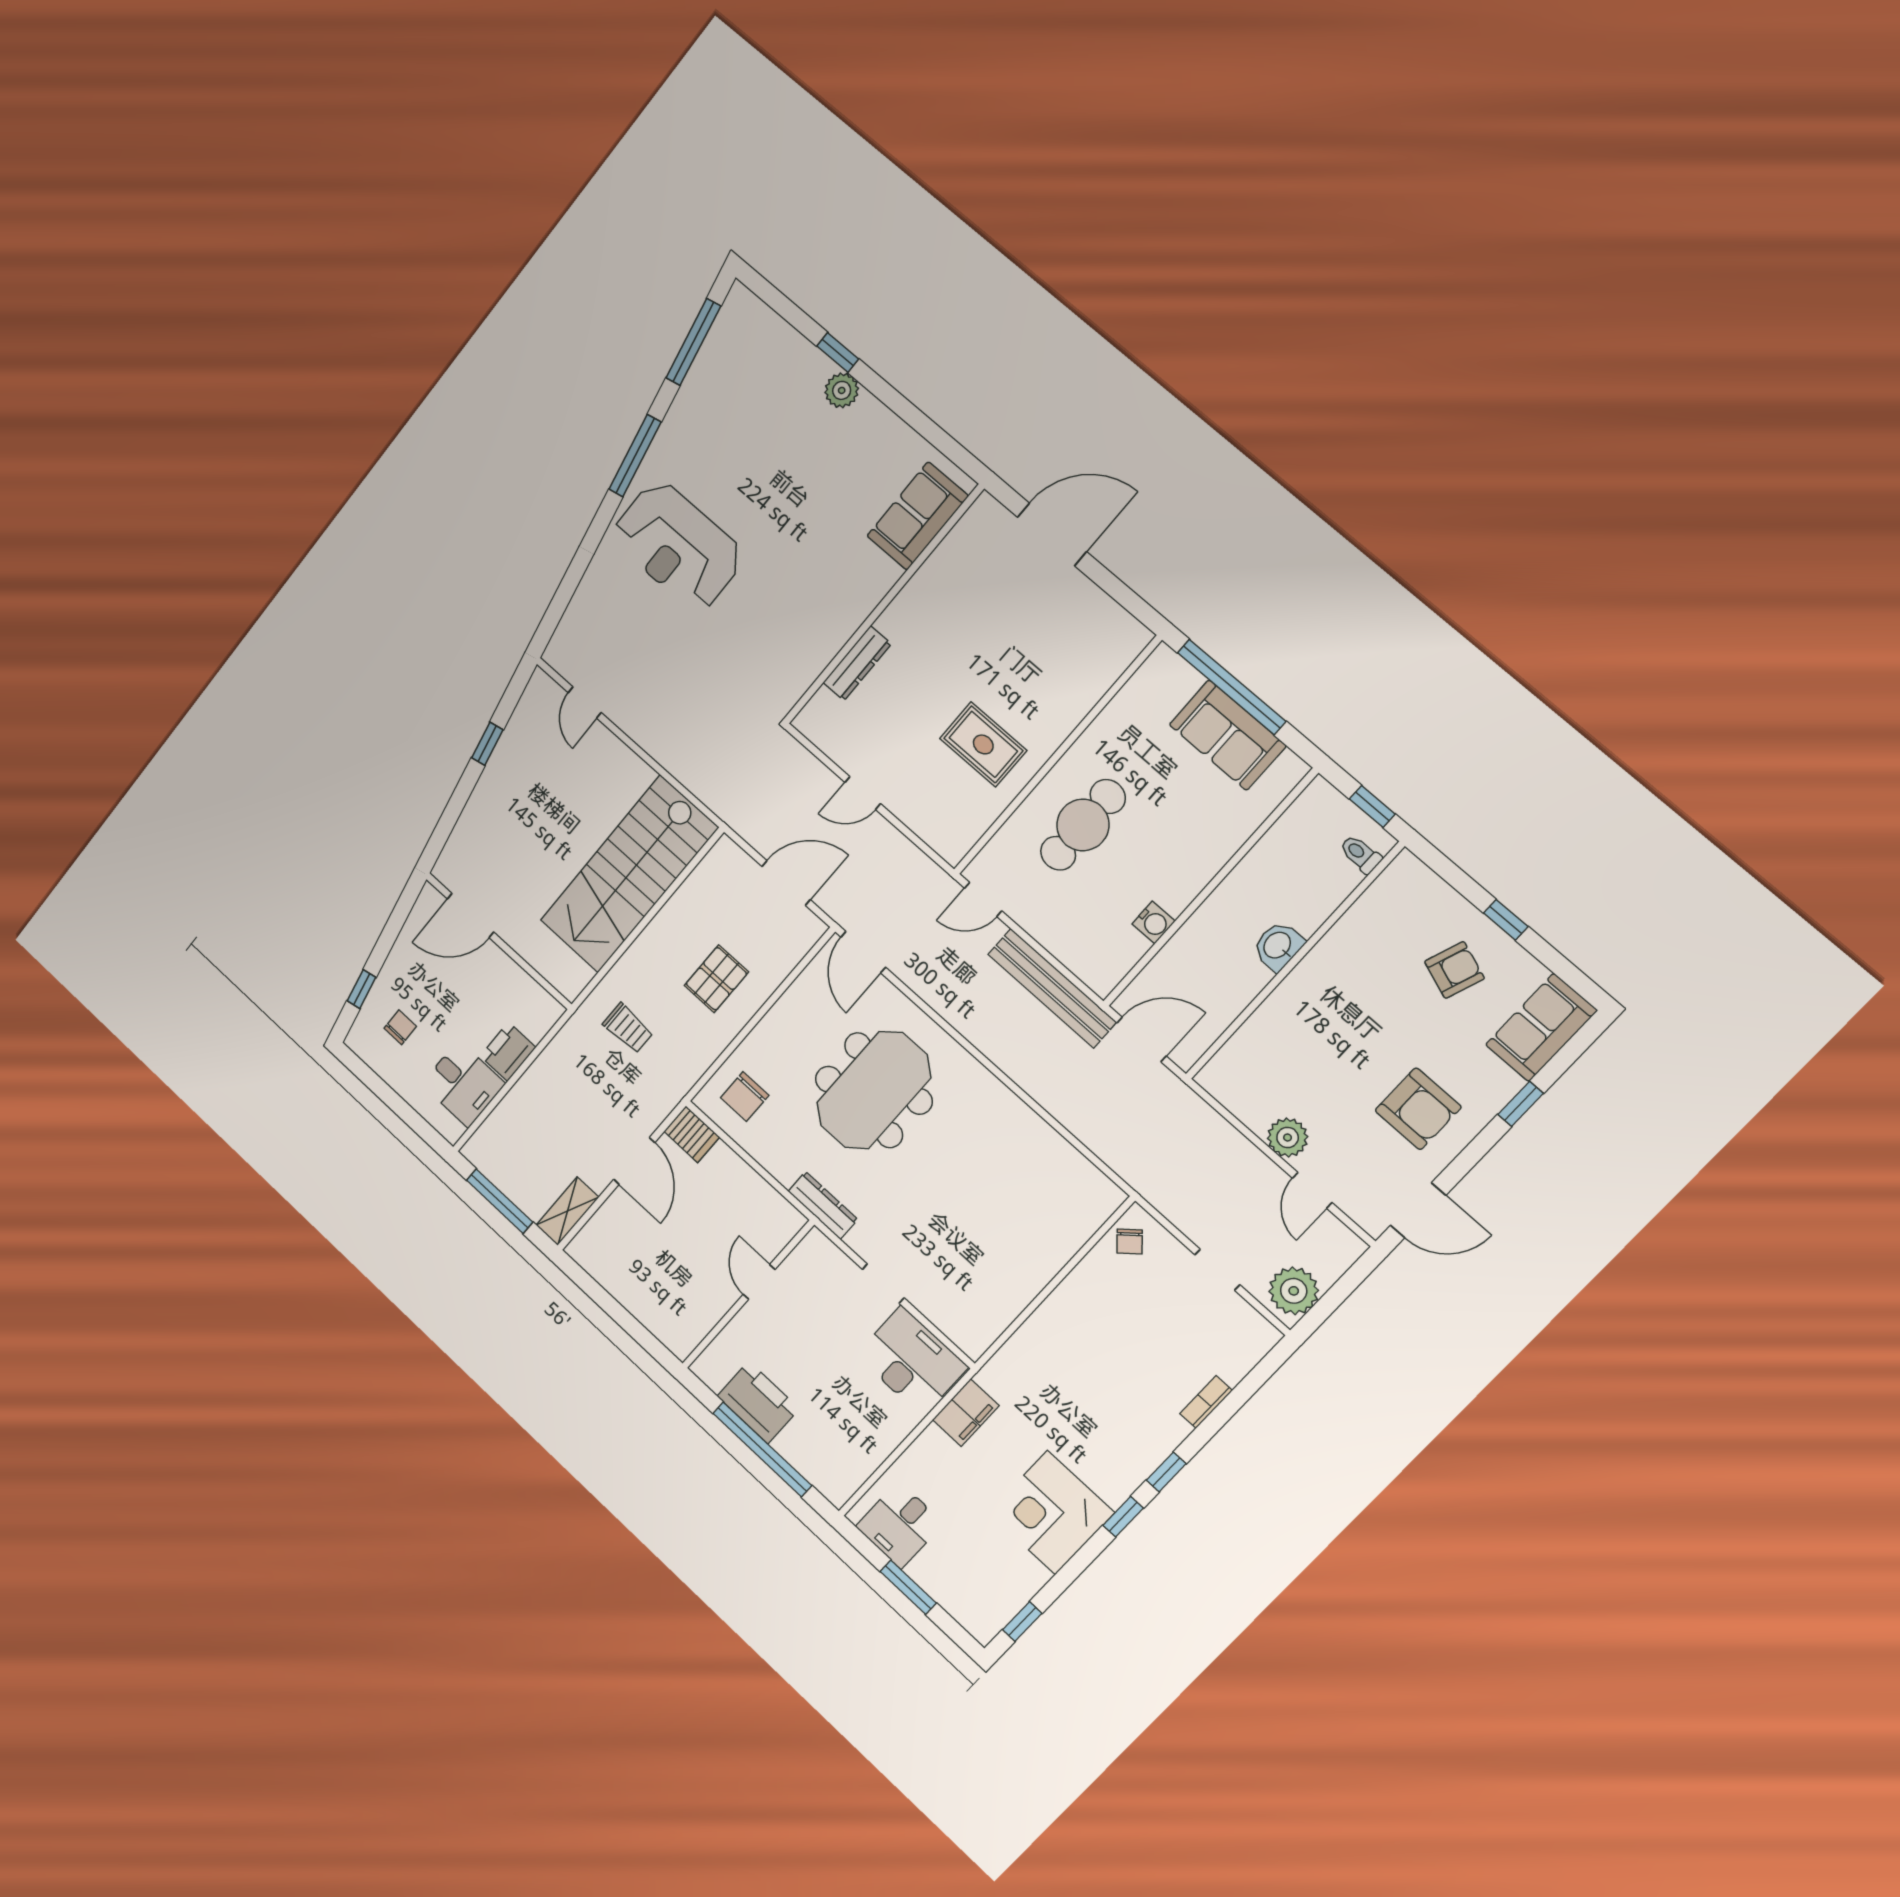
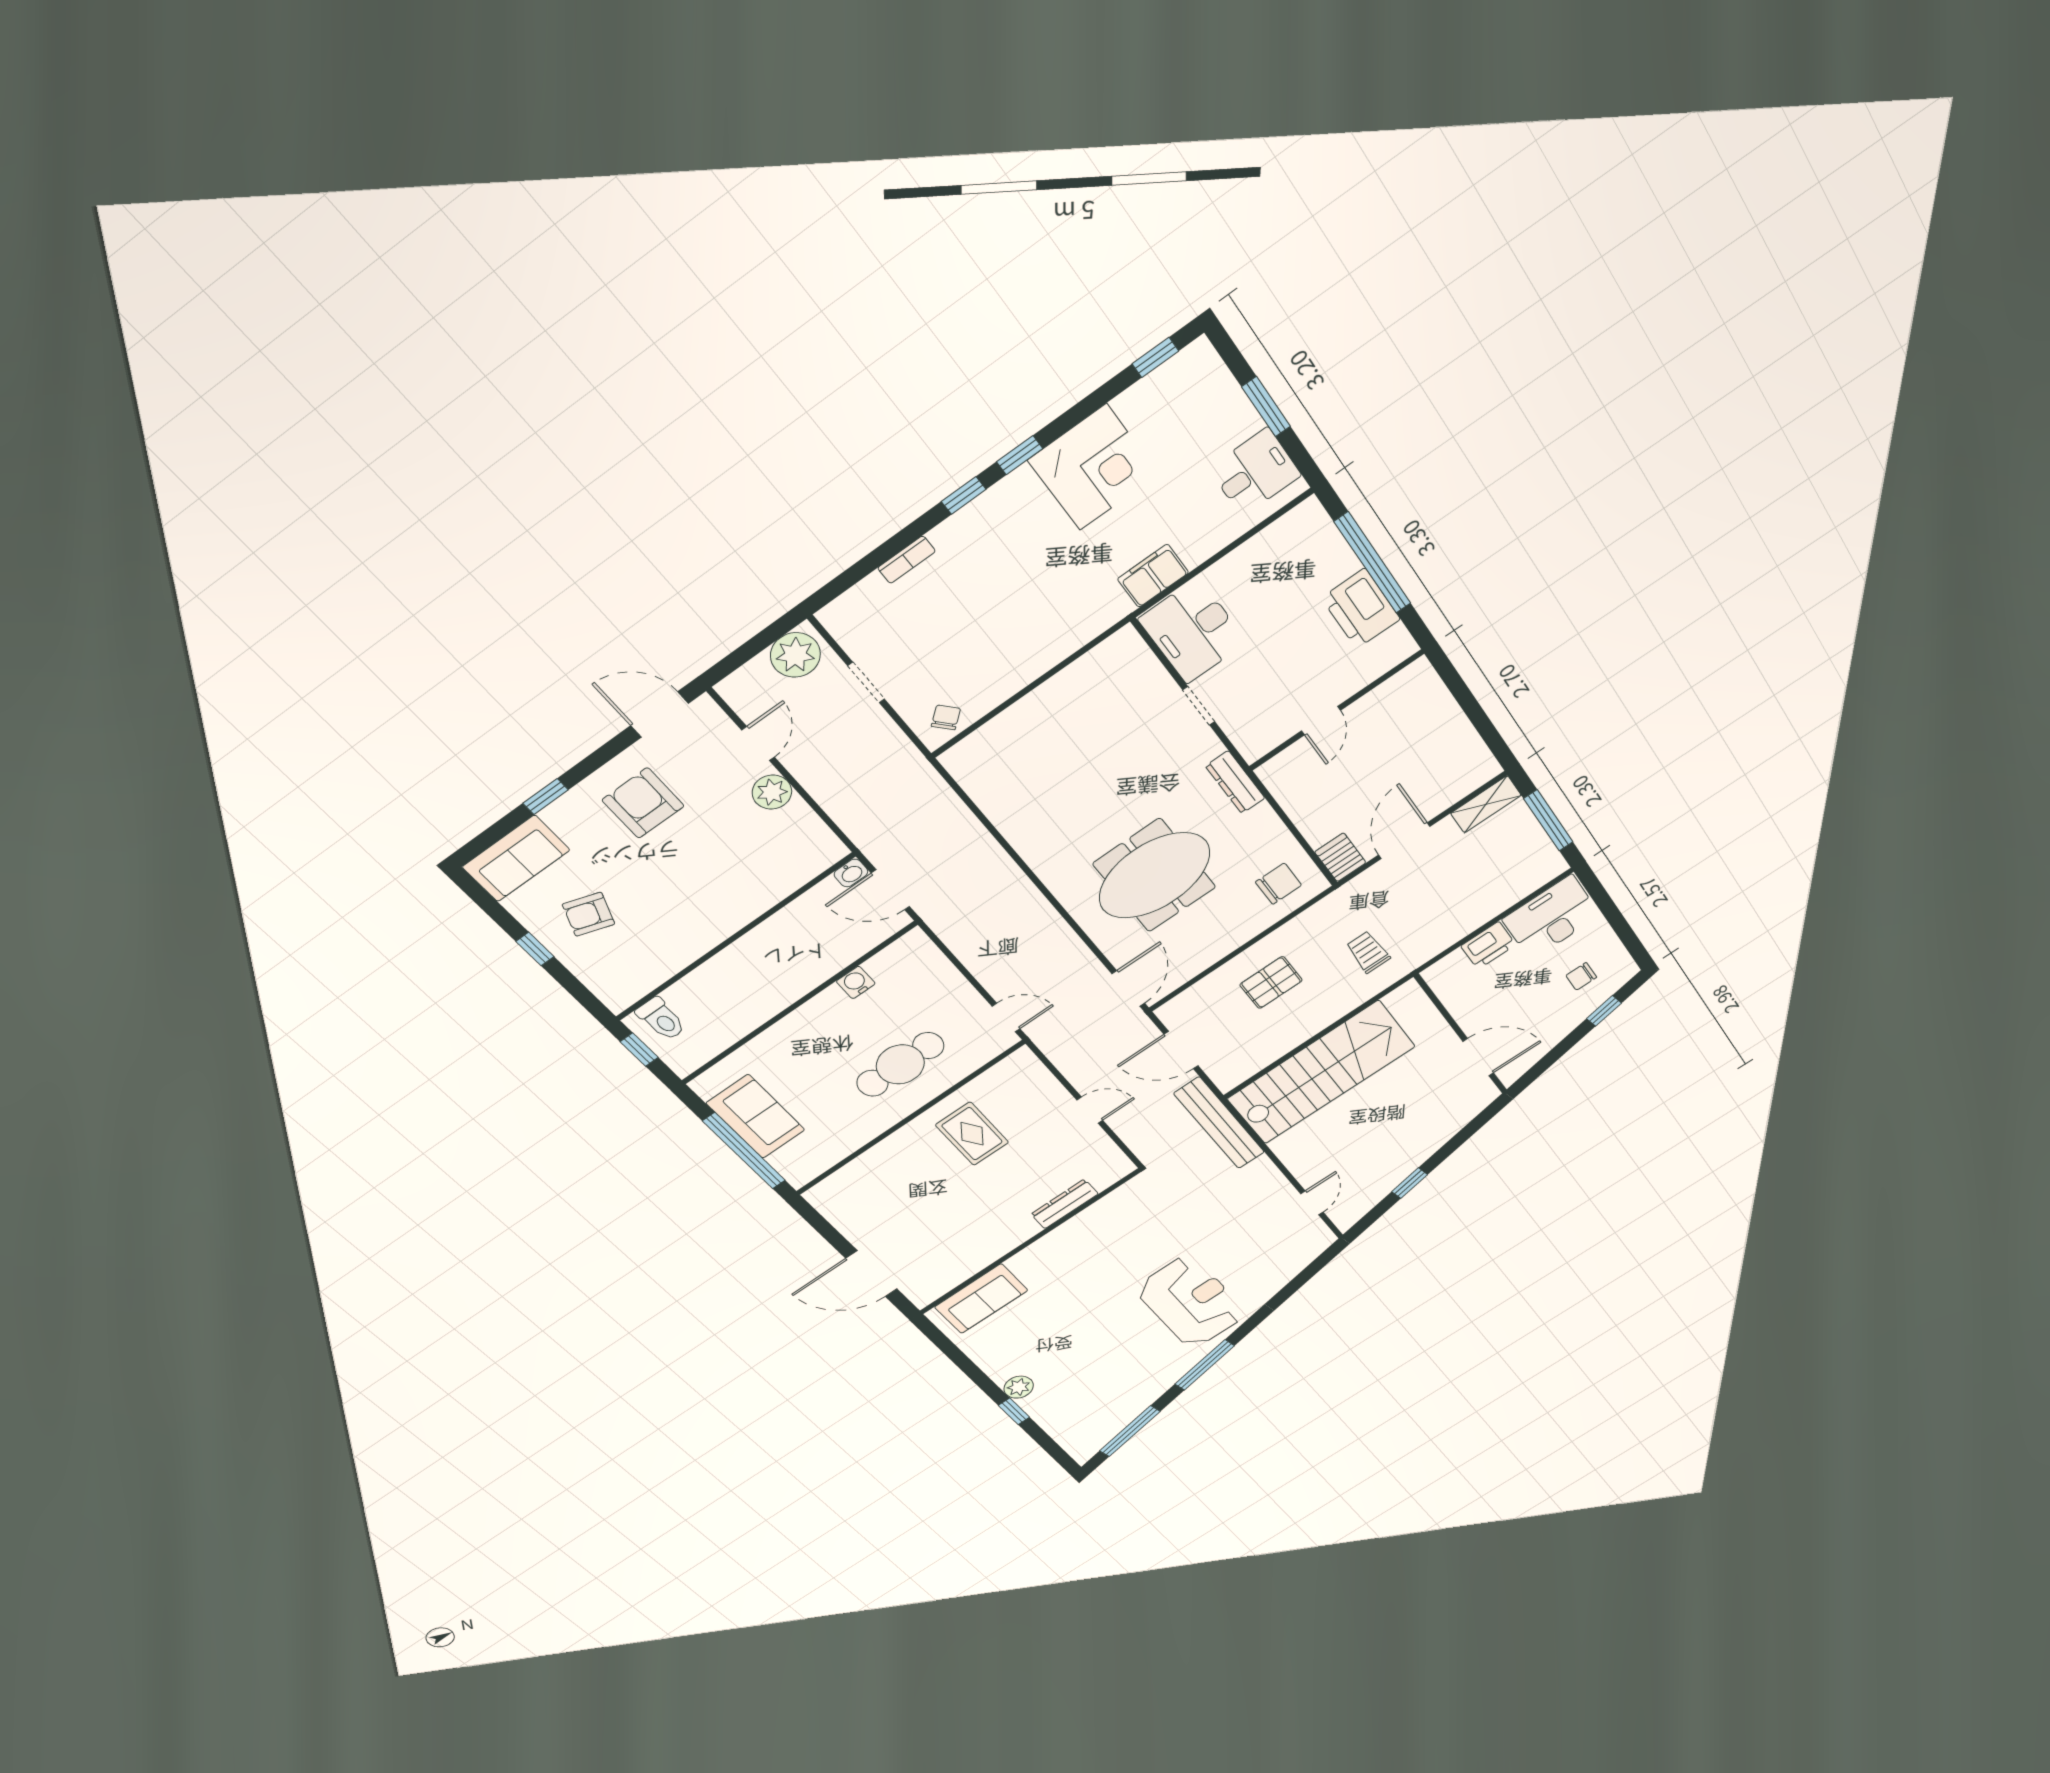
toilet: (1360, 854) -> (661, 1019), width x1.37, depth x1.39
washbasin: (1278, 946) -> (851, 873), moved, width x0.72, depth x0.69
bench: (1052, 988) -> (1219, 1123), moved
desk: (463, 1084) -> (1551, 917), width x1.37

